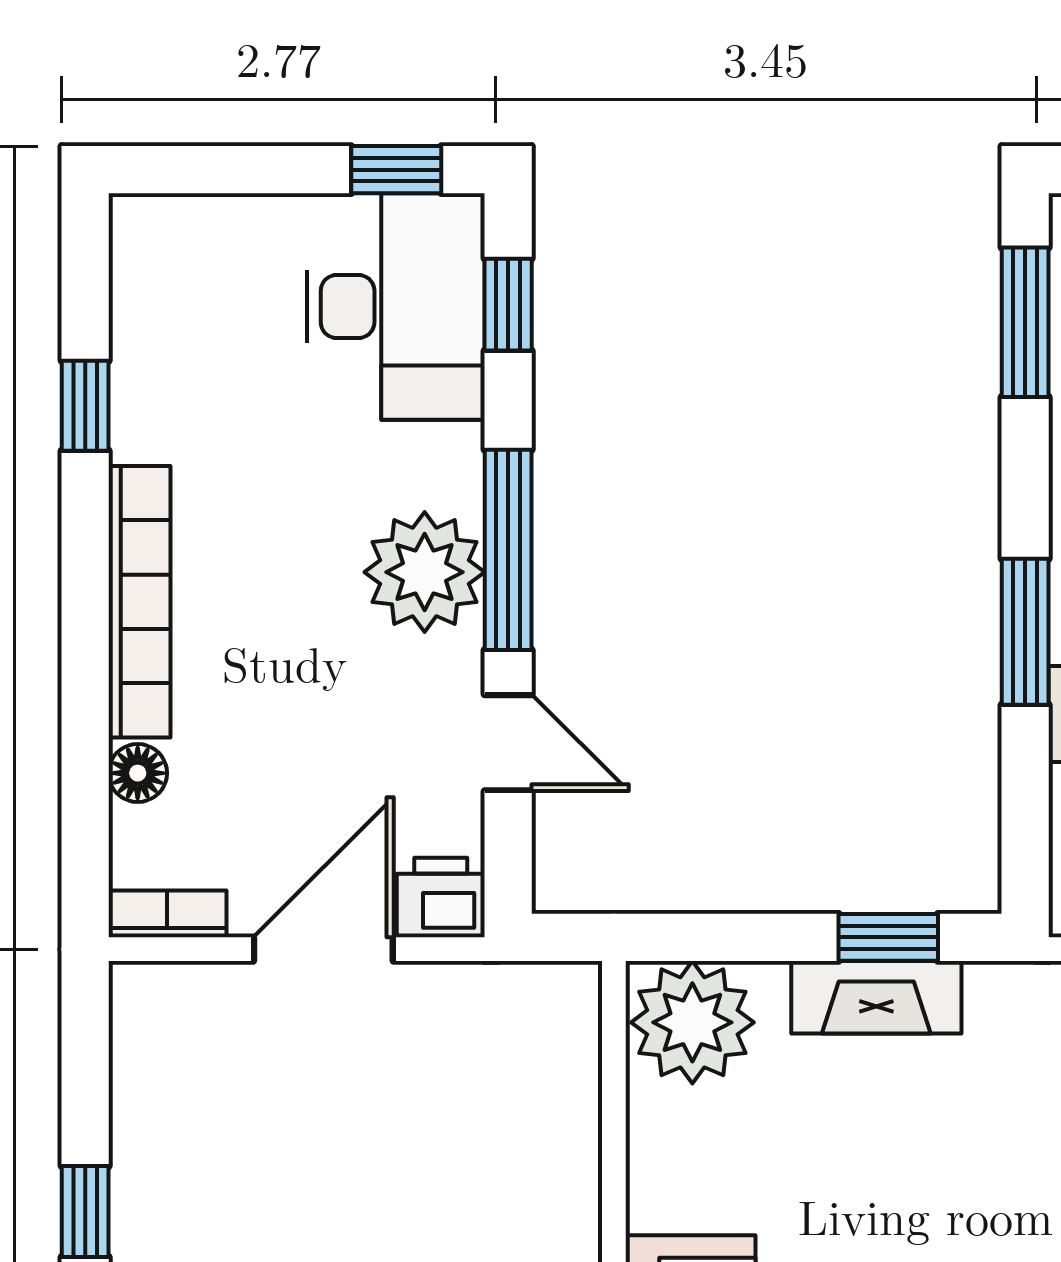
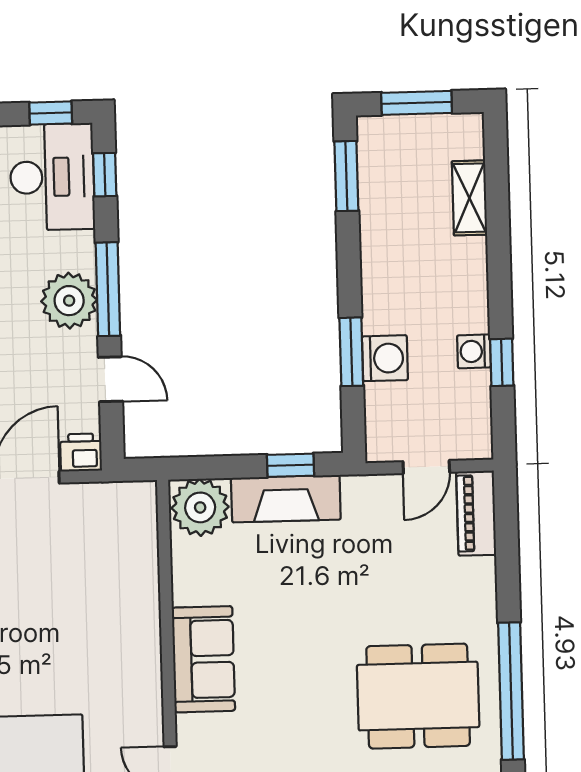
window: (1025, 632) -> (351, 352), moved
fireplace: (876, 997) -> (286, 499), width x1.37, depth x1.32

